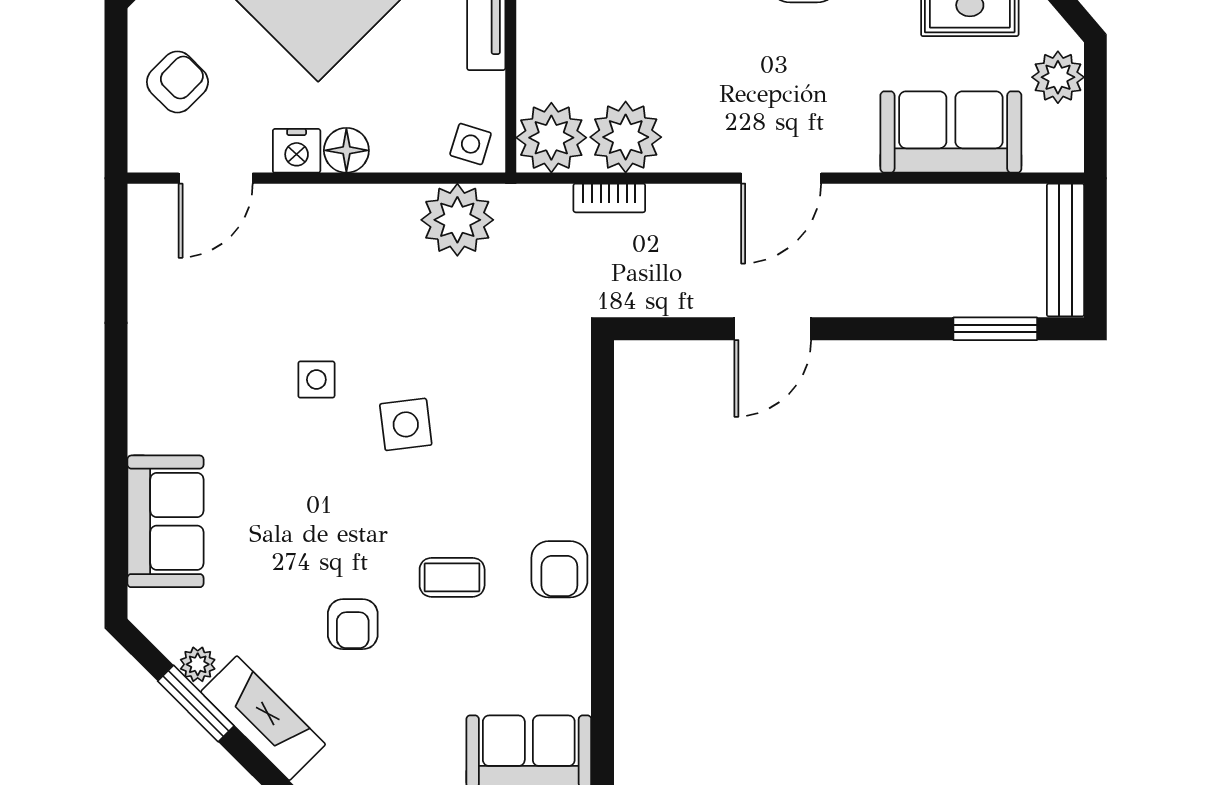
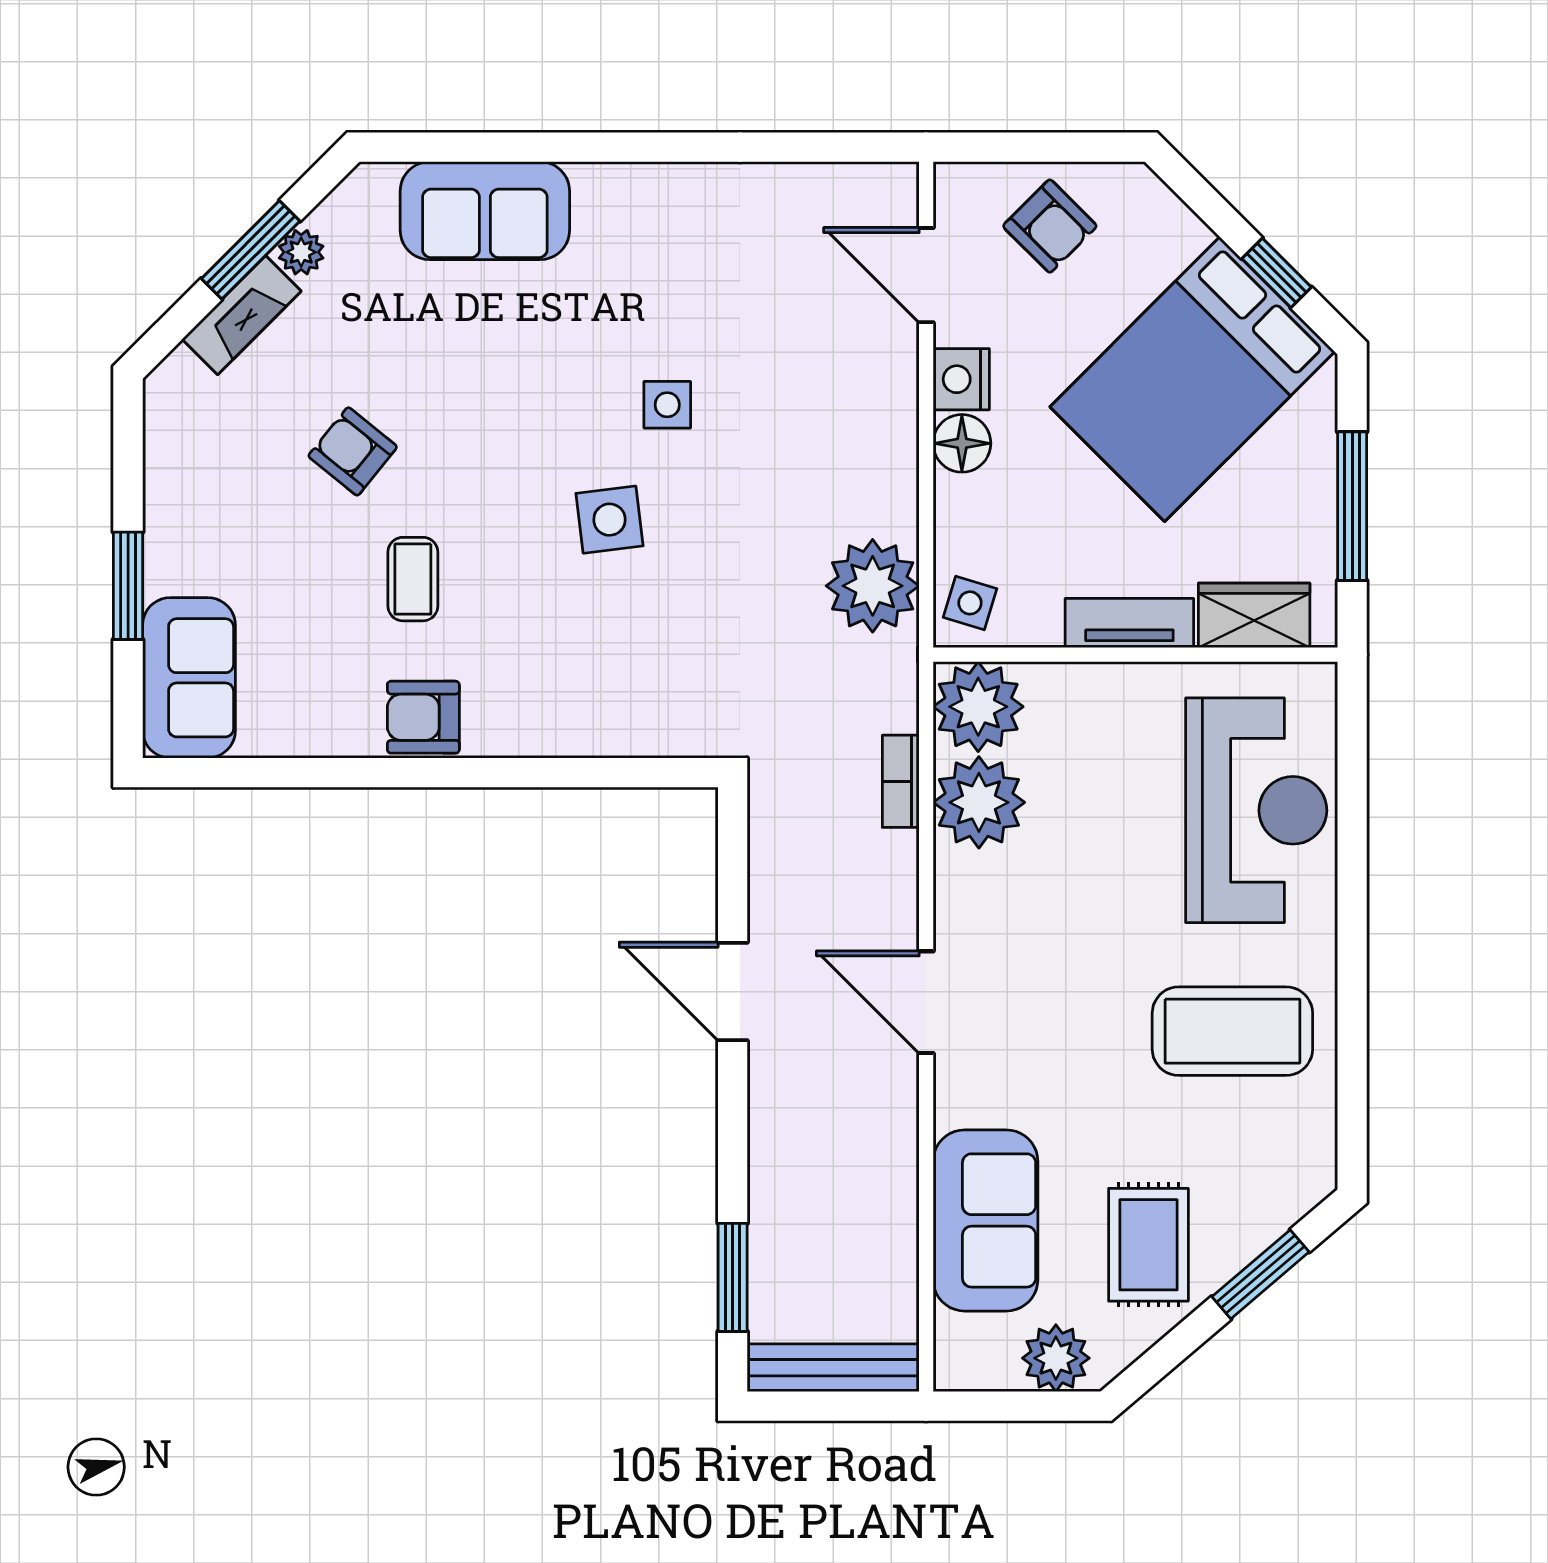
armchair: (353, 624) -> (353, 451), turned 39
fireplace: (263, 718) -> (242, 315), width x0.73, depth x0.76

